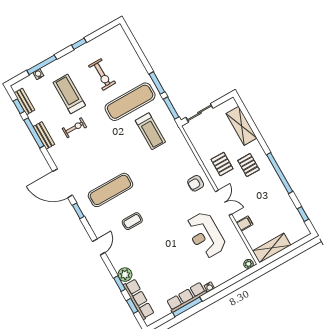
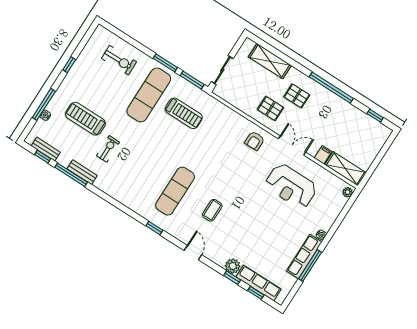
exercise bike: (102, 74) -> (119, 60), moved
door: (63, 183) -> (125, 209), removed
shelving: (272, 248) -> (345, 169), moved, turned 90

